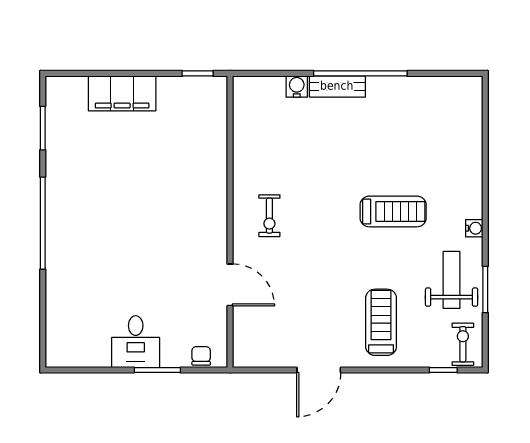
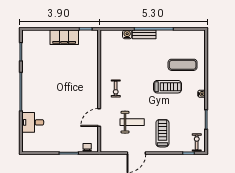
filing cabinet: (122, 93) -> (64, 37), moved
exercise mat: (429, 159) -> (183, 65), added
weight bench: (452, 280) -> (132, 122), moved, turned 90
door: (230, 285) -> (99, 117), swing flipped
desk: (136, 342) -> (33, 122), moved, turned 90

